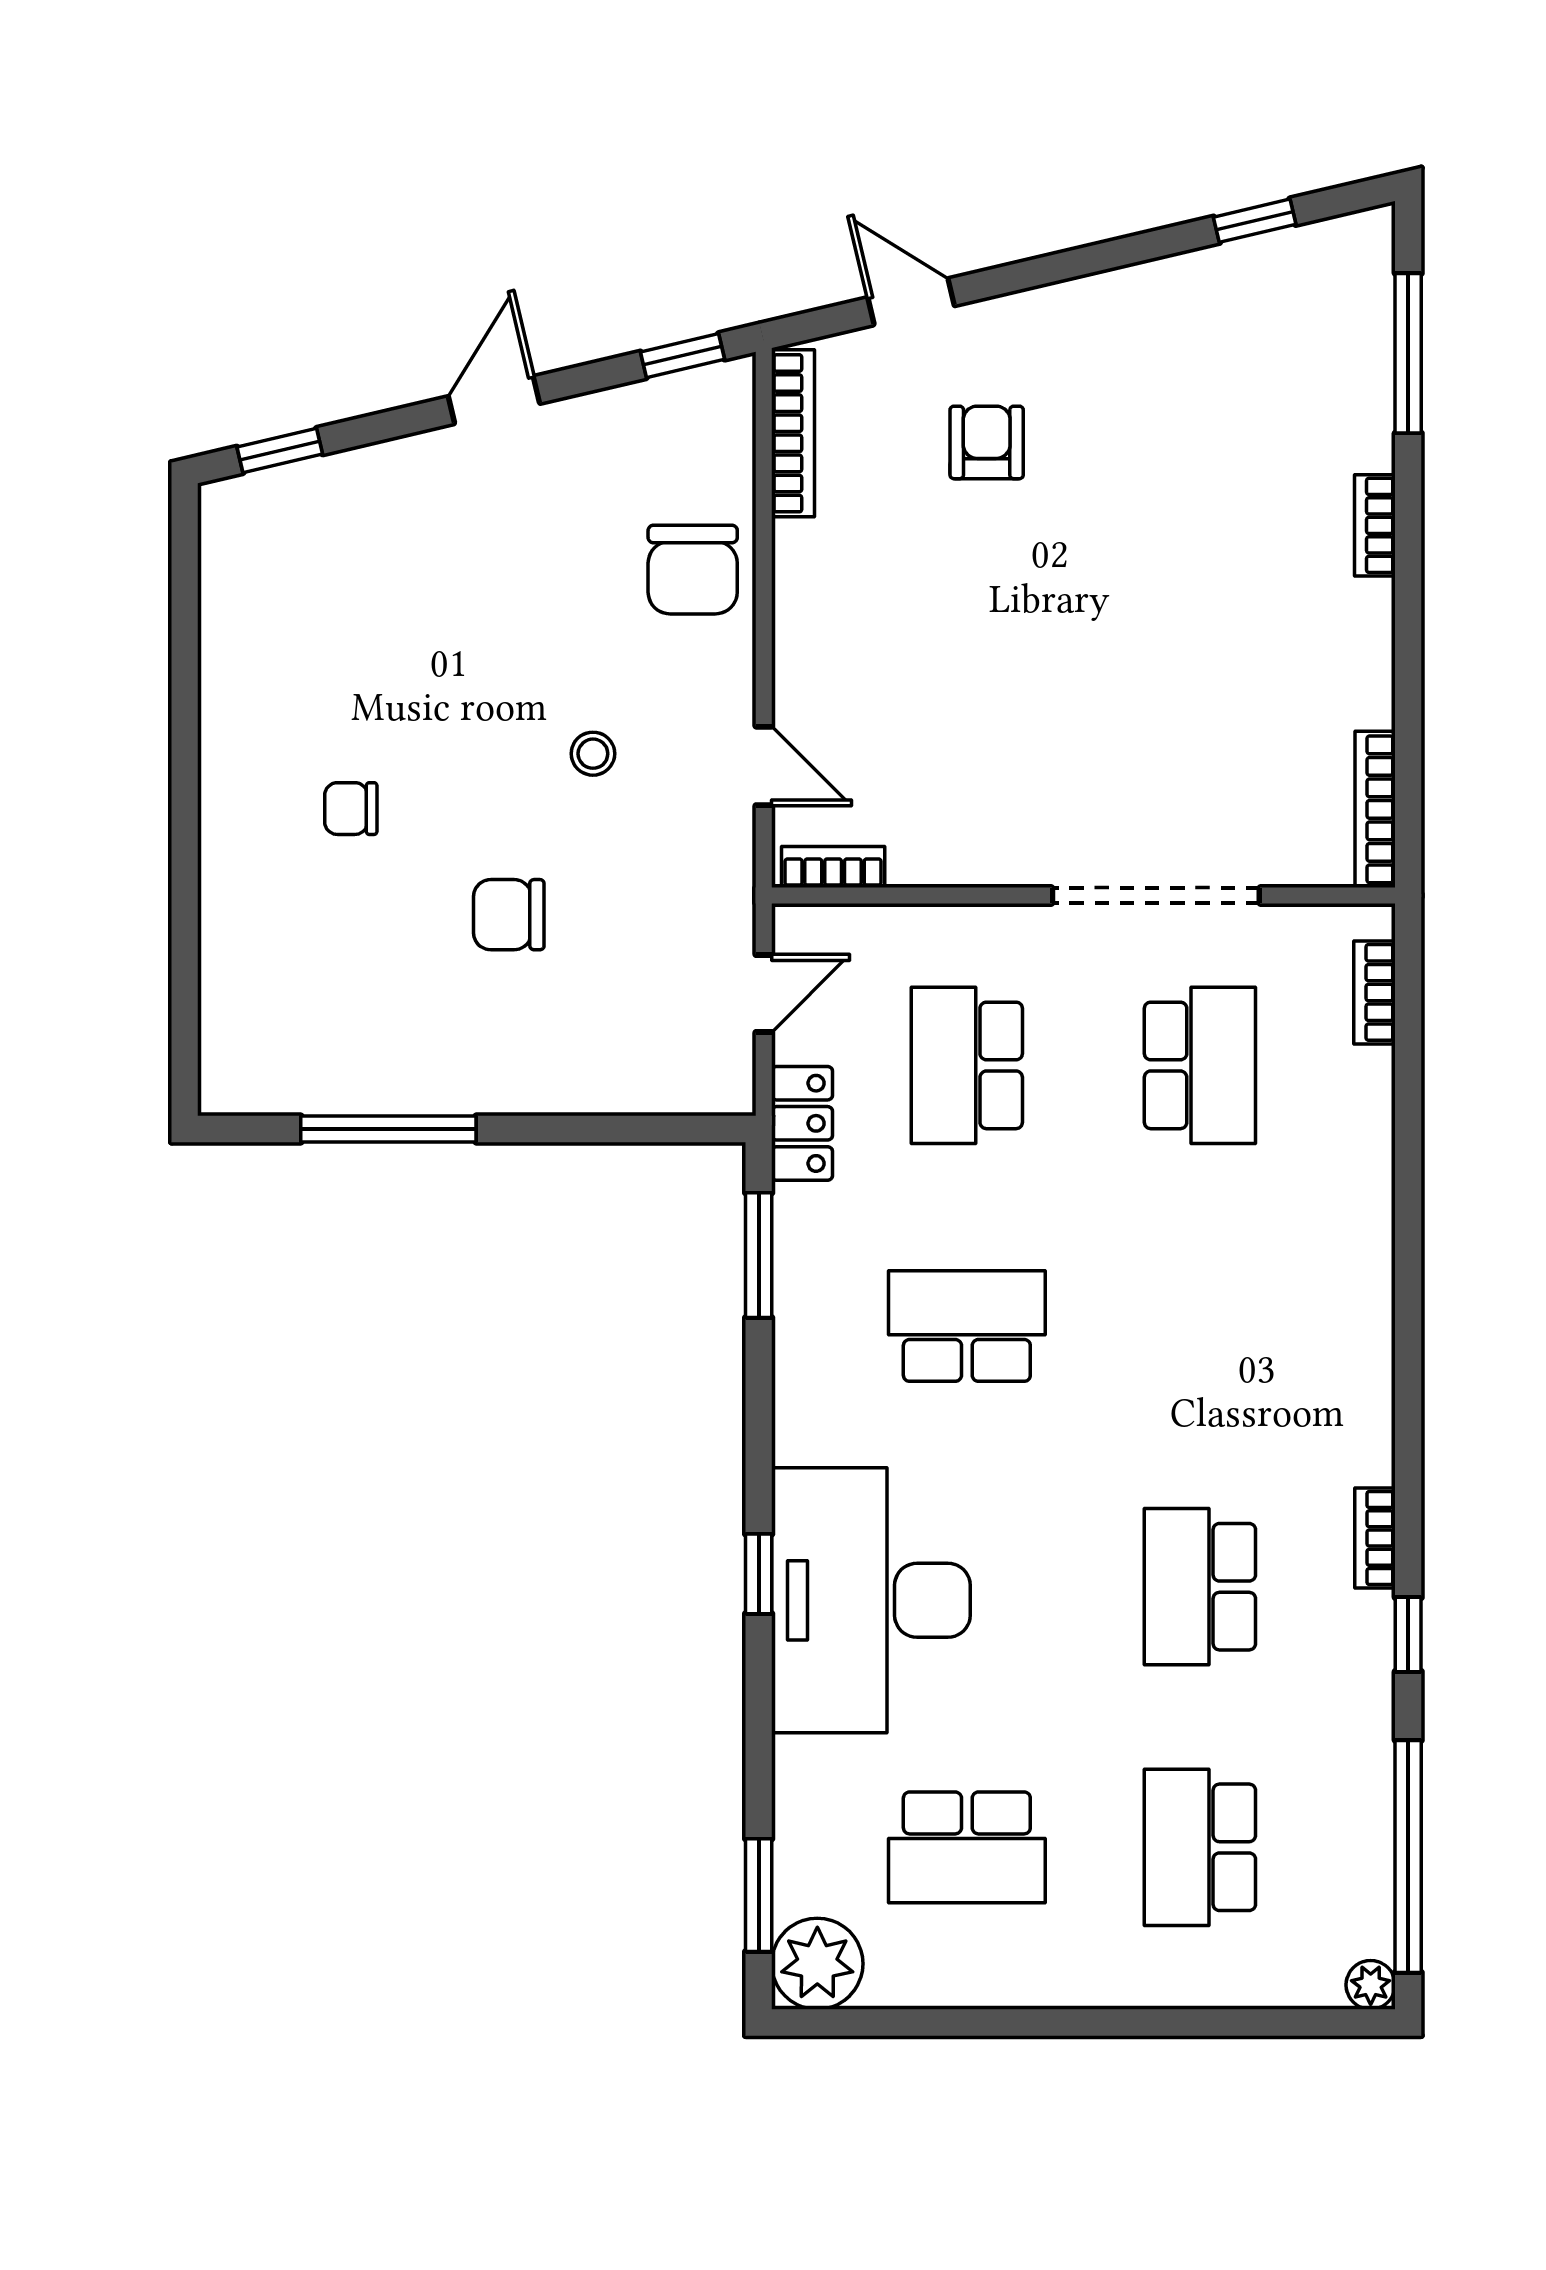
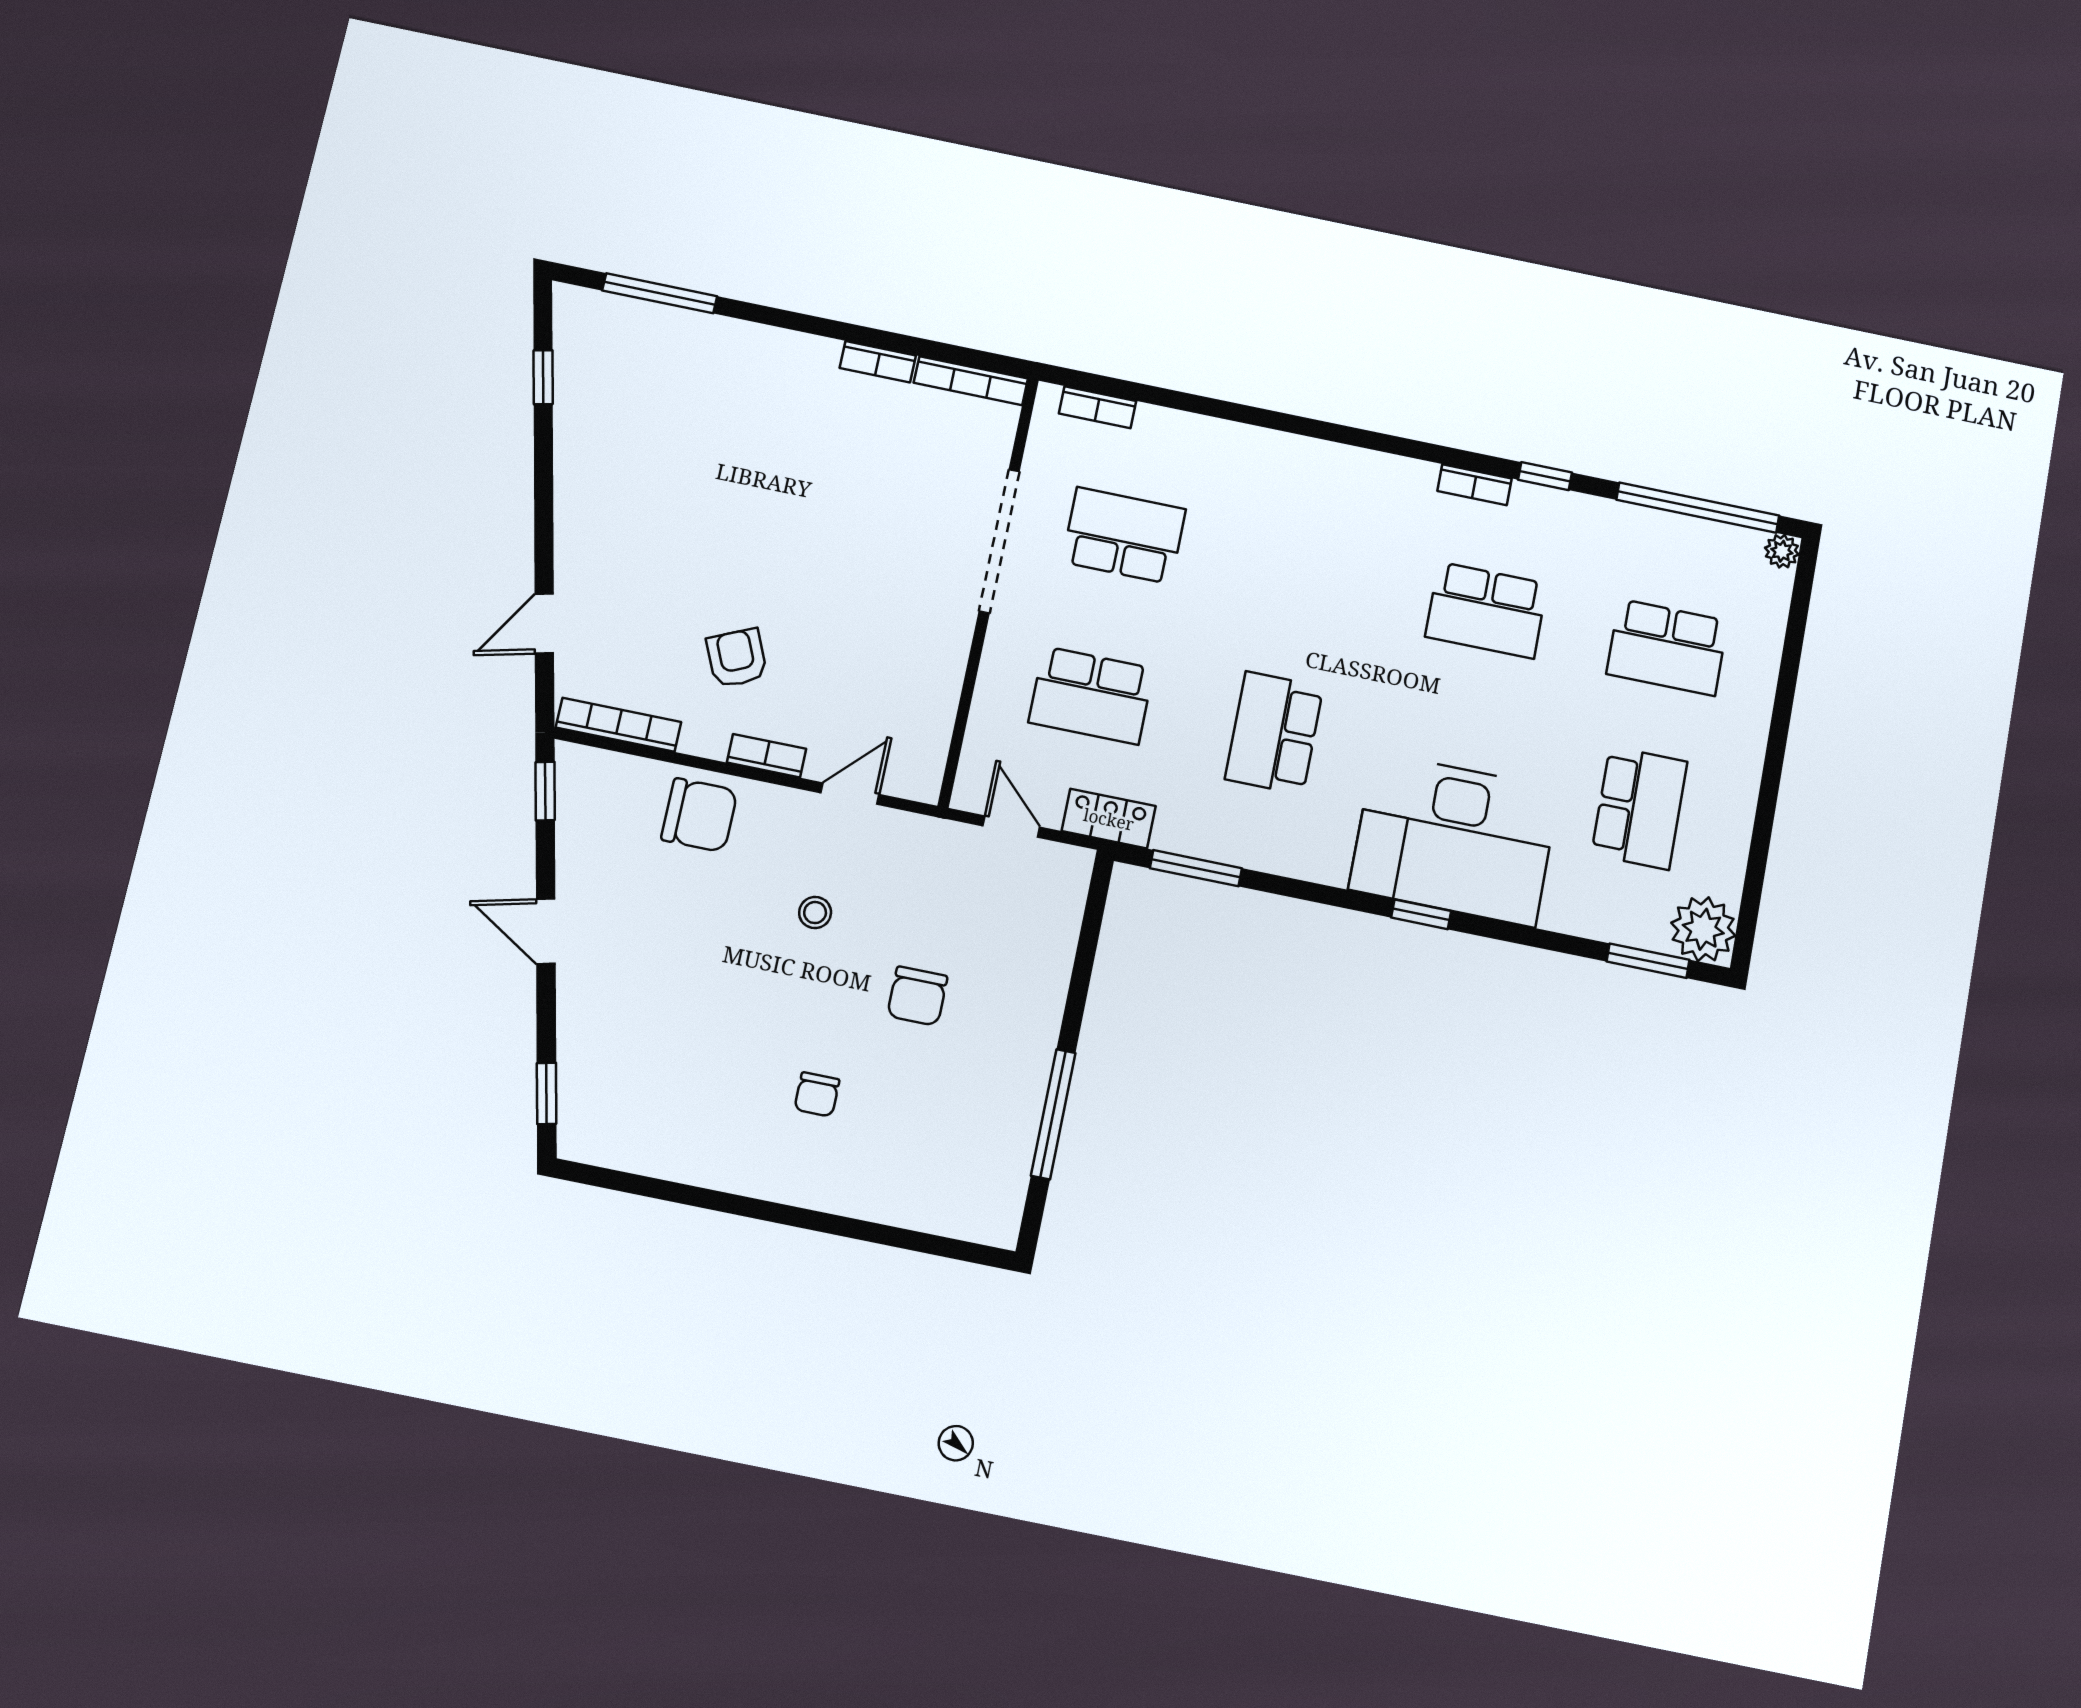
armchair: (987, 442) -> (737, 658), moved, turned 66
bookcase: (1375, 525) -> (878, 362), moved
bookcase: (833, 867) -> (767, 756), moved, turned 90

